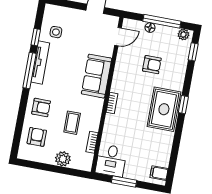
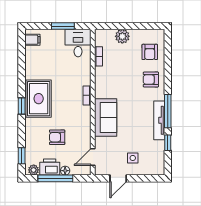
side table: (56, 32) -> (133, 158), moved
printer: (166, 34) -> (50, 167), added
coffee table: (72, 123) -> (120, 71), removed

